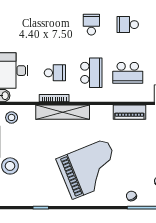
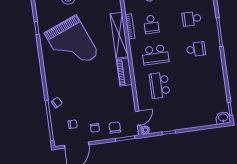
school desk: (128, 25) -> (192, 19), moved, turned -90
piano: (129, 112) -> (124, 72), moved
grand piano: (90, 169) -> (72, 44), moved

